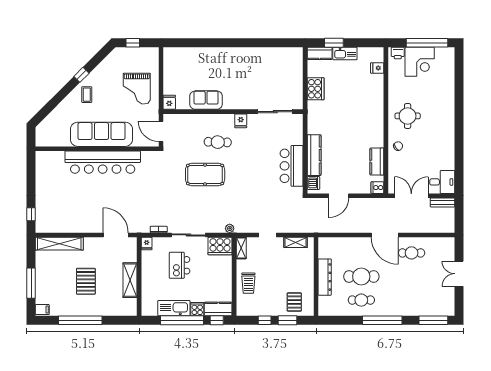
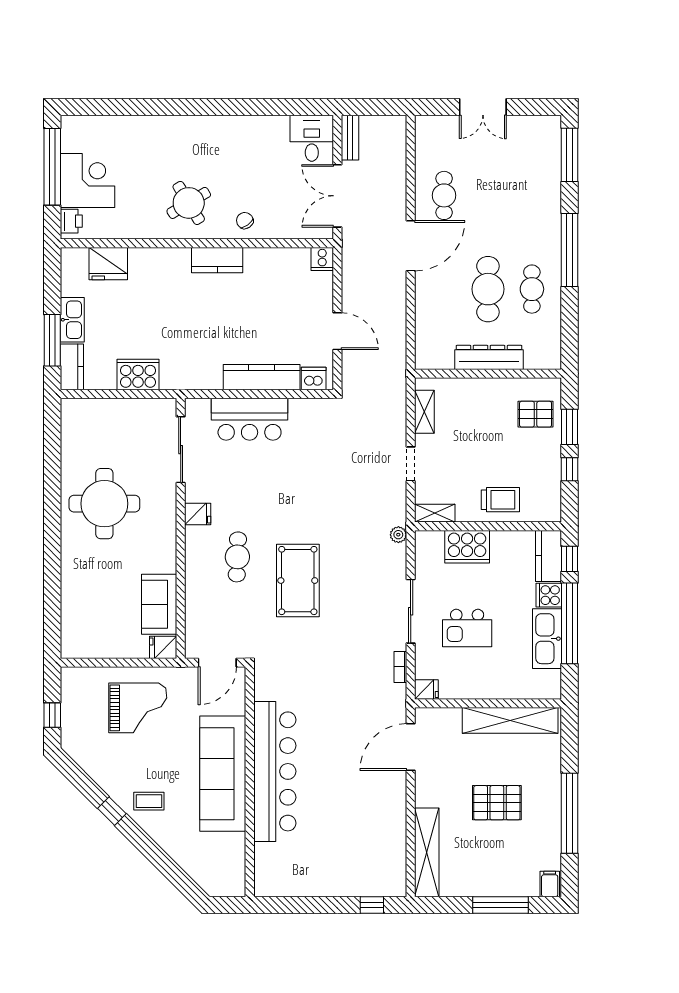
window: (334, 43) -> (52, 340), width x1.44
fridge: (377, 68) -> (108, 264), width x1.88, depth x1.34
round table: (246, 71) -> (104, 504), added
sofa: (206, 100) -> (159, 604), moved
round table: (408, 116) -> (189, 203), turned -31
kitchen counter: (377, 162) -> (217, 260), moved
bar counter: (292, 166) -> (250, 419), moved
cooker: (220, 246) -> (467, 547), moved, turned 90
shelving: (130, 280) -> (510, 720), width x1.47

